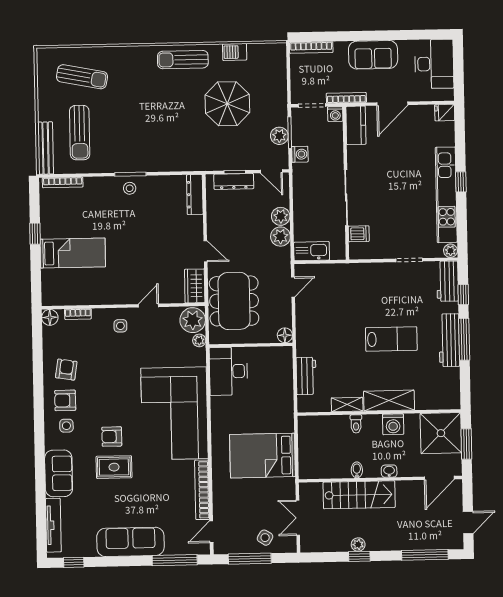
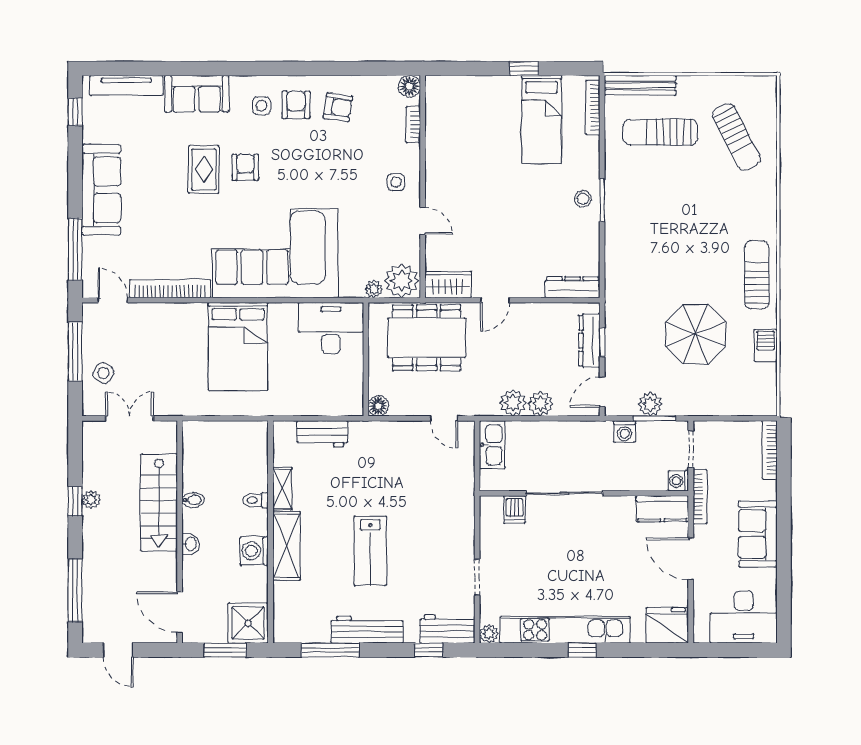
sun lounger: (82, 77) -> (736, 137), turned -38
fridge: (445, 113) -> (667, 625), width x1.88, depth x1.34
bed: (73, 253) -> (542, 119), moved
window: (464, 339) -> (330, 650), moved
shower: (441, 433) -> (248, 623), width x0.73, depth x0.73
bed: (262, 456) -> (238, 347), moved, turned 180

